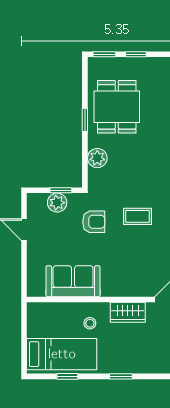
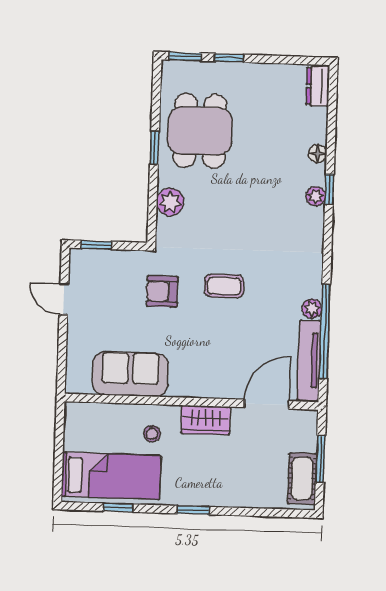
window: (61, 190) -> (96, 245), moved
plant: (57, 203) -> (112, 263), removed
armchair: (94, 222) -> (162, 291), turned 180

